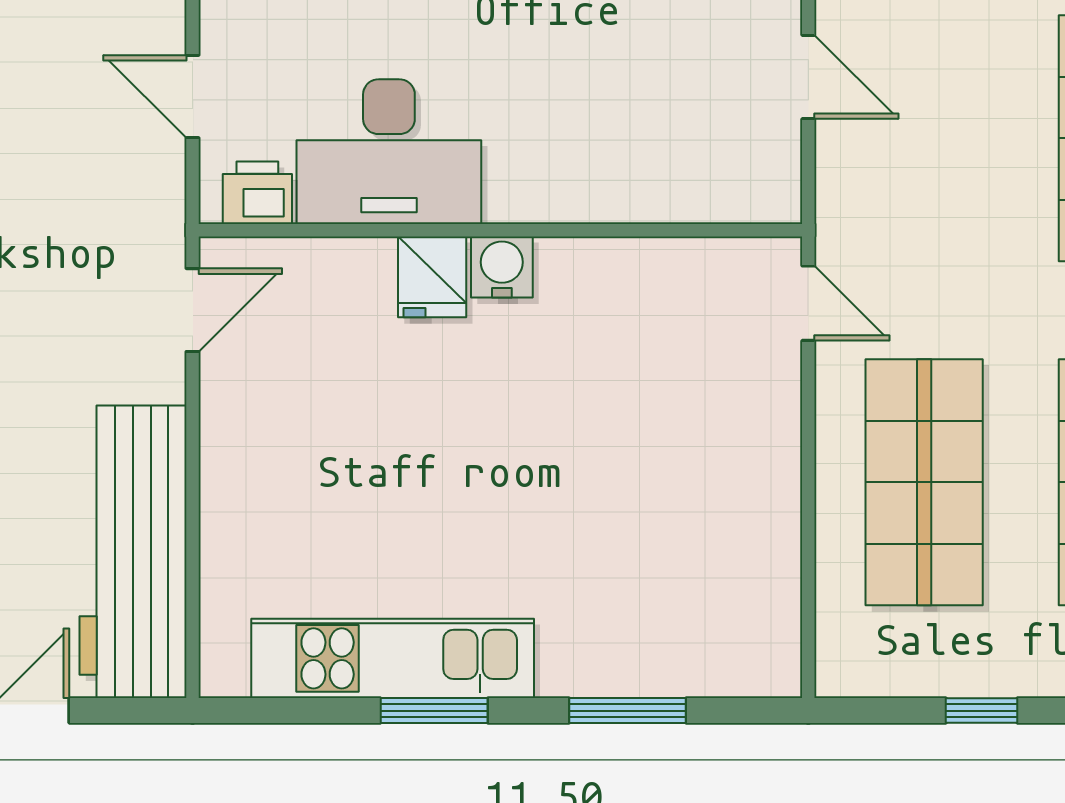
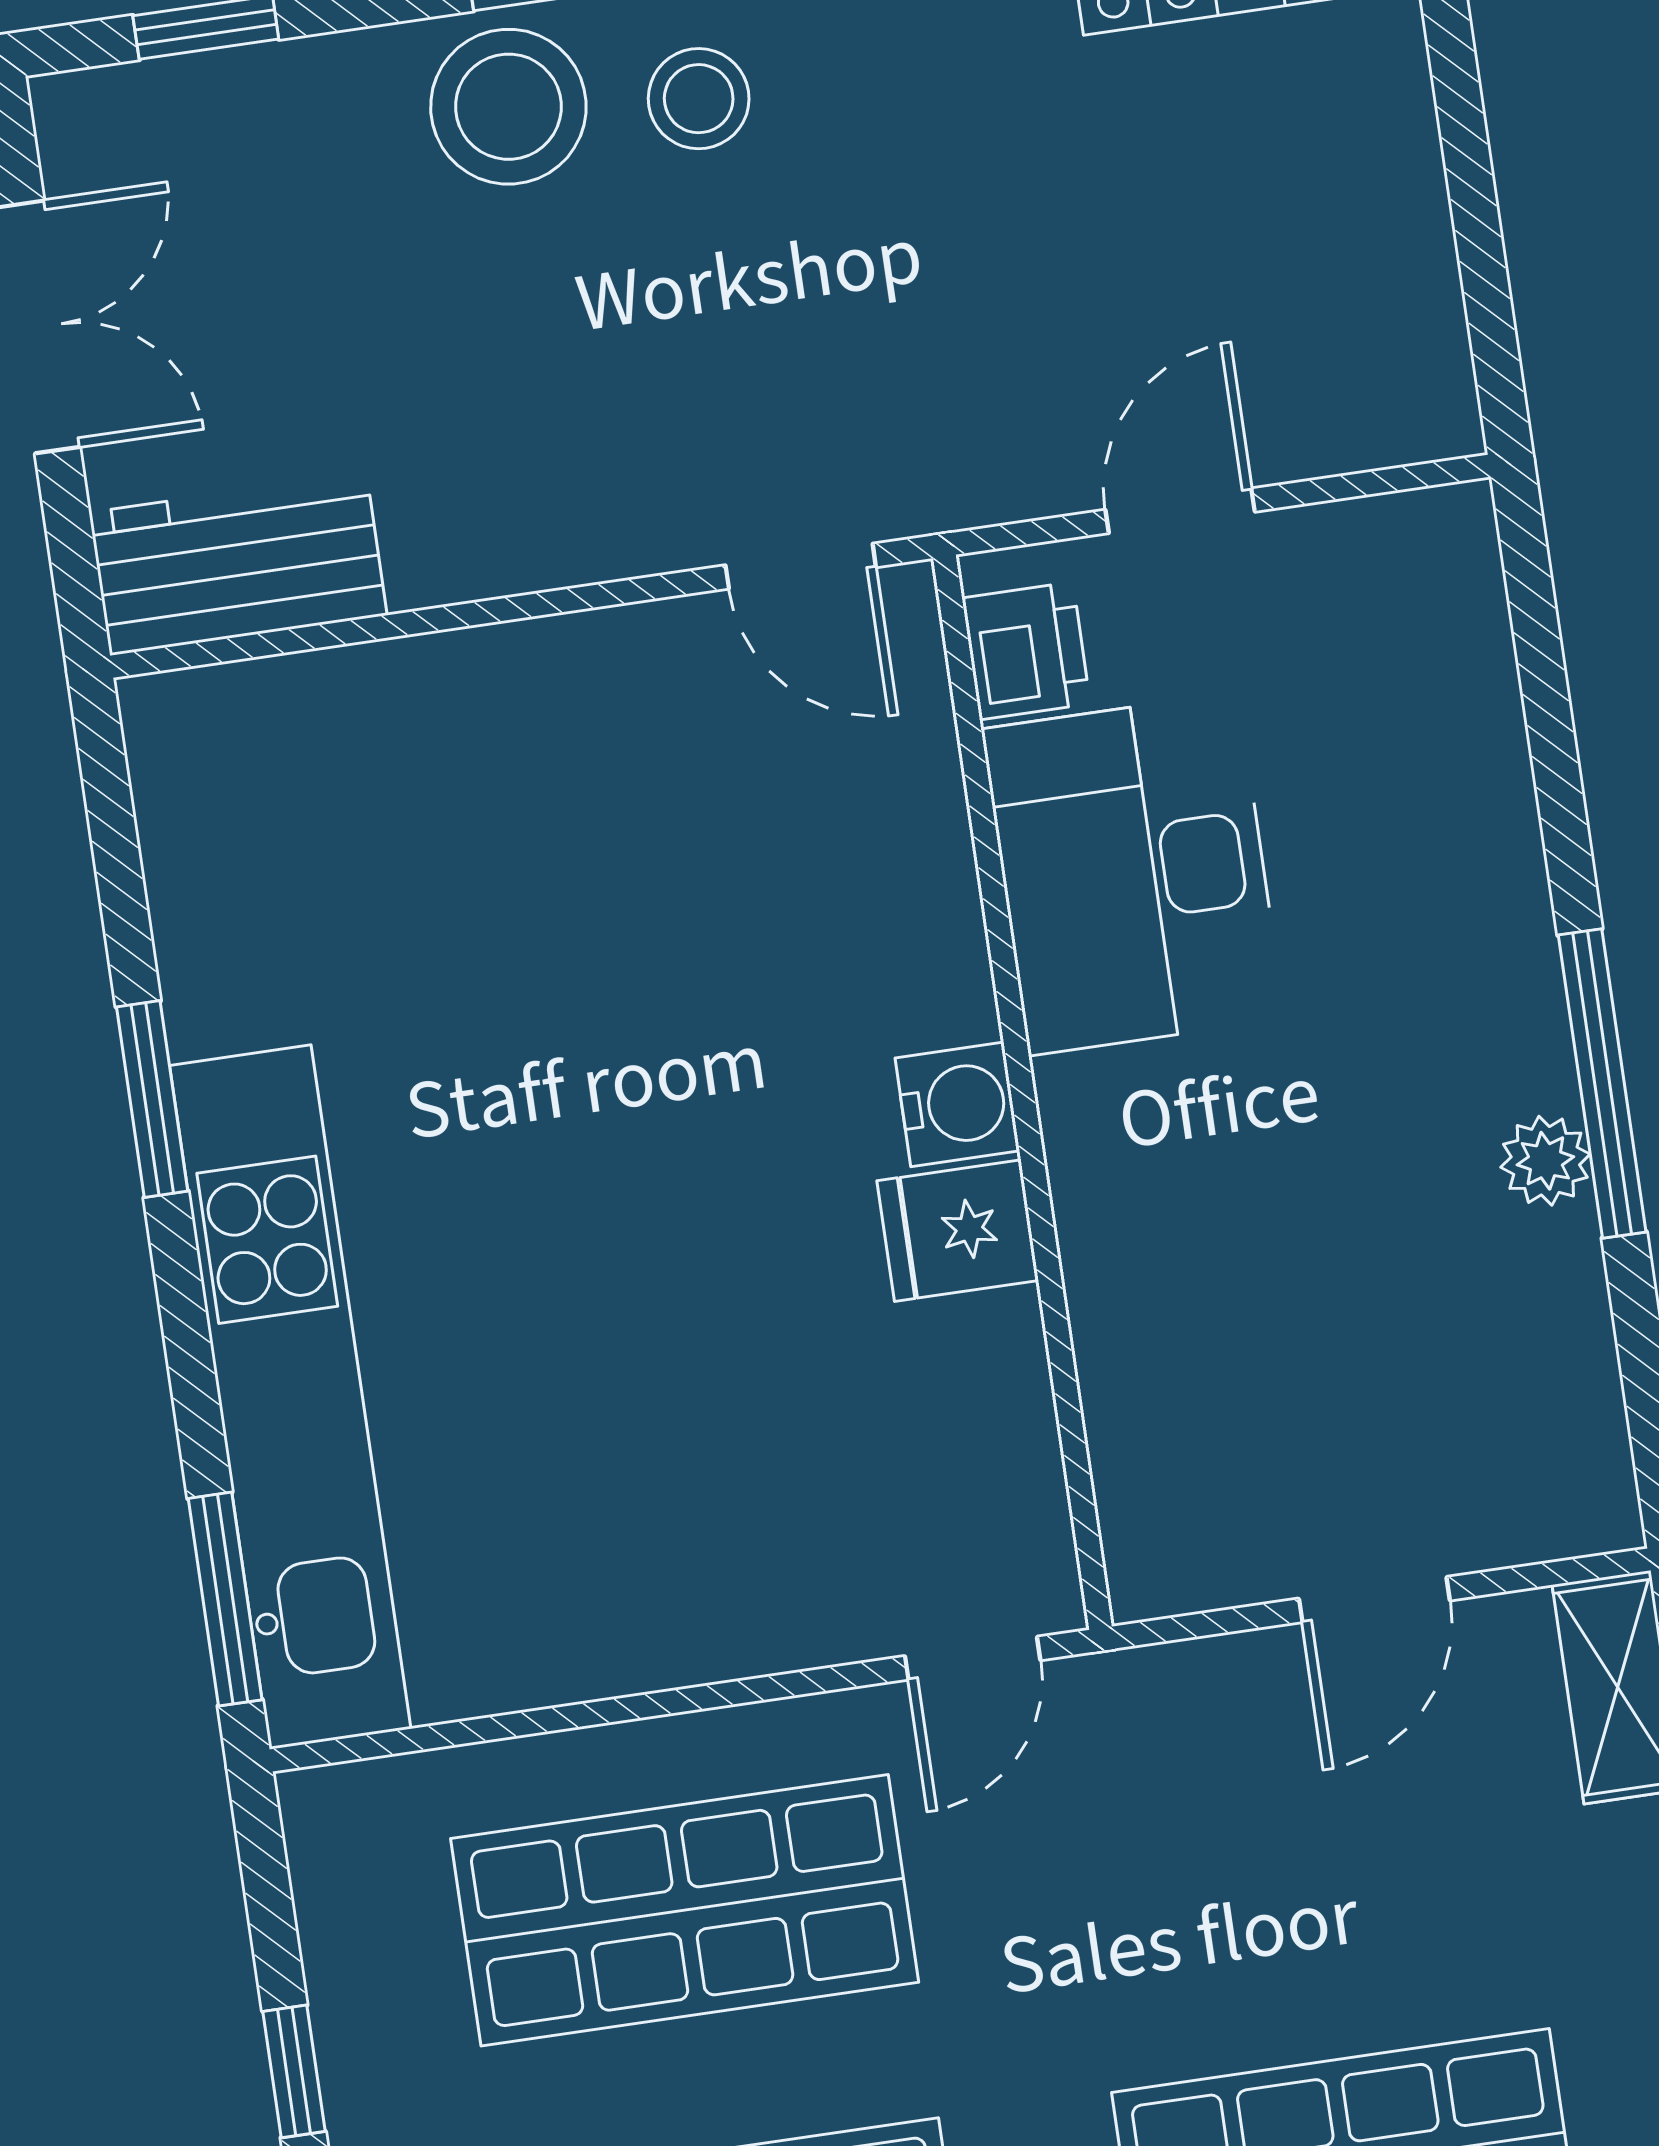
fridge: (432, 277) -> (958, 1231), moved
workbench: (133, 552) -> (238, 564), width x0.53, depth x0.76
kitchen unit: (393, 658) -> (290, 1397), moved, width x1.36
window: (628, 711) -> (225, 1599), moved

